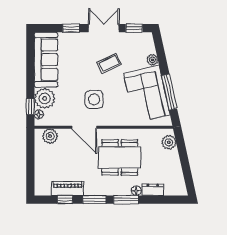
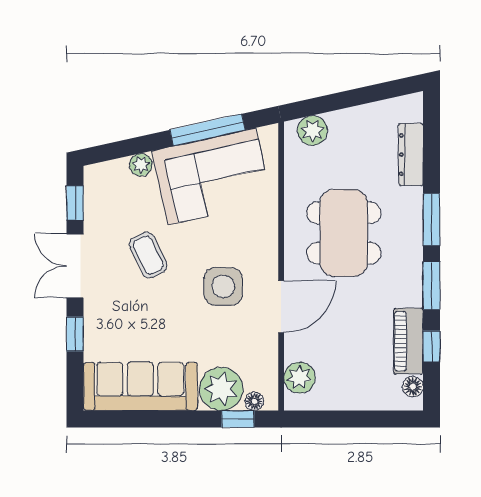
dresser: (153, 190) -> (411, 155), width x1.44
floor lamp: (136, 191) -> (413, 387), moved

